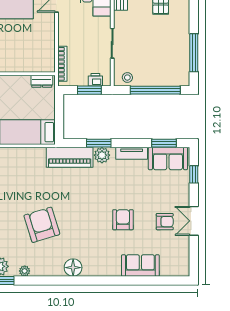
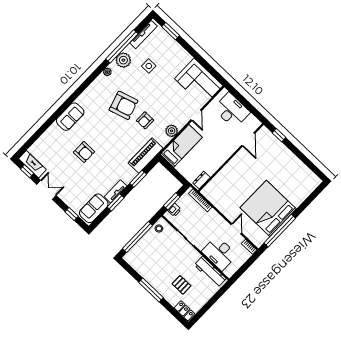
window: (194, 53) -> (151, 290), moved
window: (164, 143) -> (116, 202), moved
plant: (102, 155) -> (172, 131), moved
armchair: (165, 222) -> (145, 120), moved
window: (194, 257) -> (27, 171), added
fireplace: (182, 258) -> (32, 164), added
sofa: (140, 266) -> (70, 117), moved
floor lamp: (73, 268) -> (84, 100), removed

